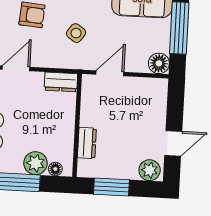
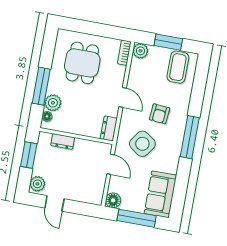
side table: (76, 33) -> (142, 144), width x1.87, depth x1.87

